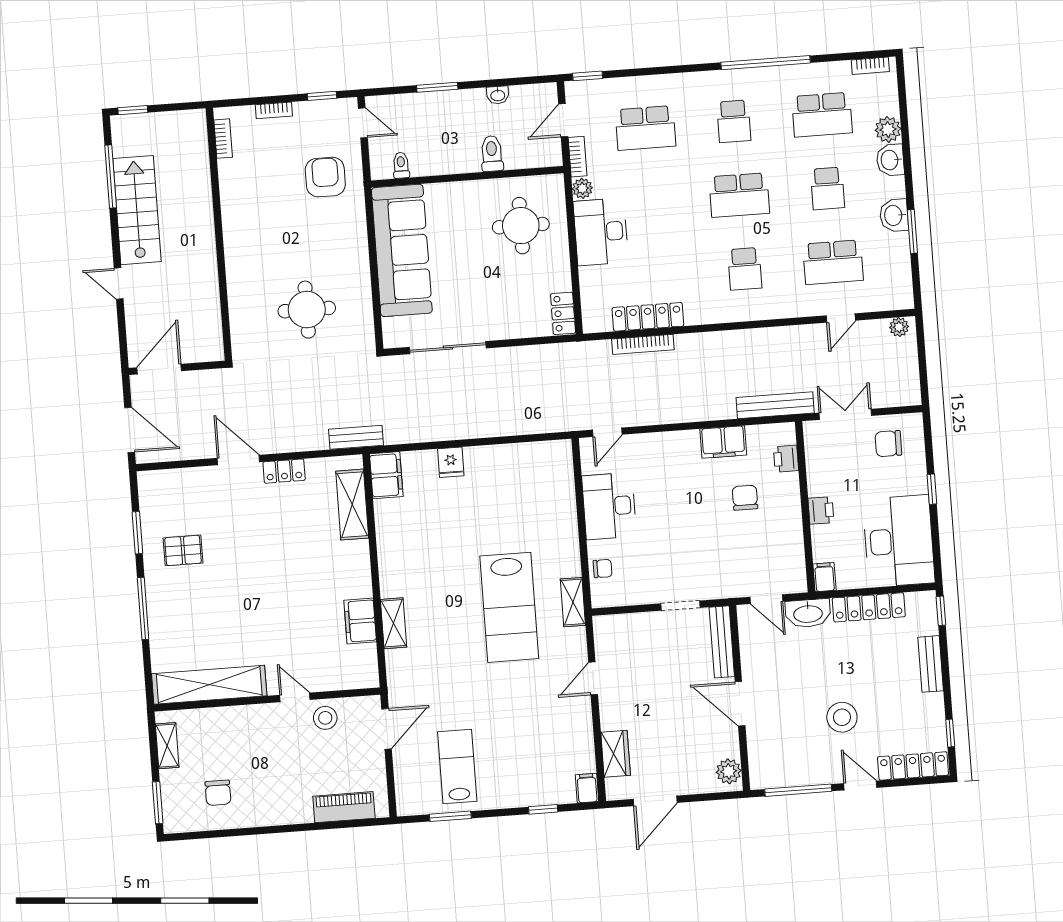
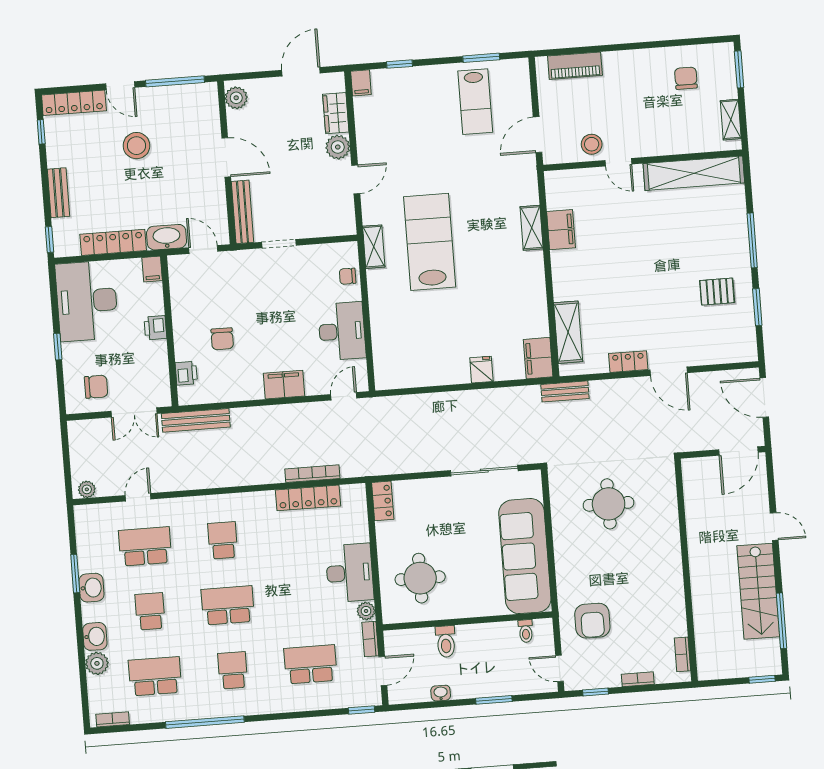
filing cabinet: (723, 442) -> (284, 385), moved
plant: (613, 715) -> (338, 147), added

